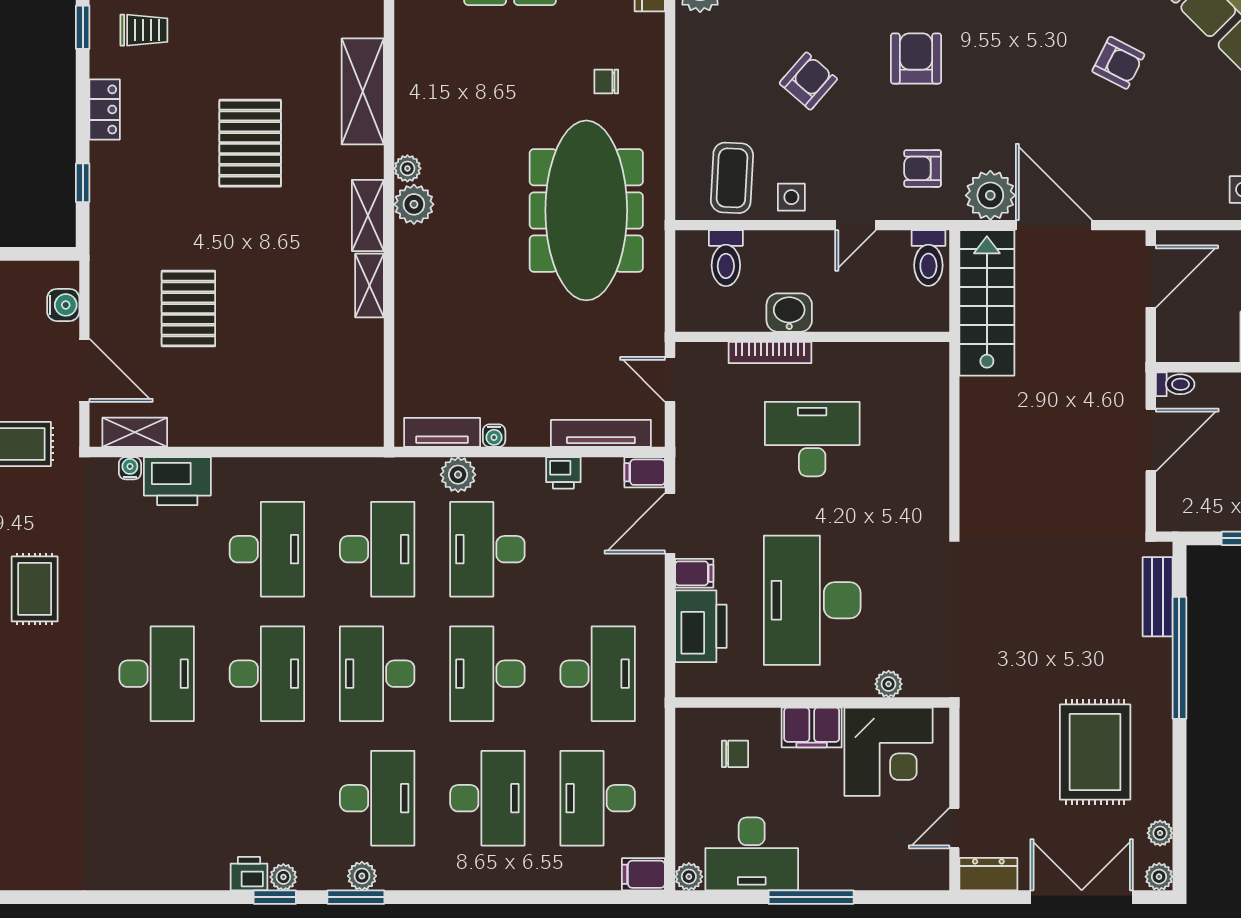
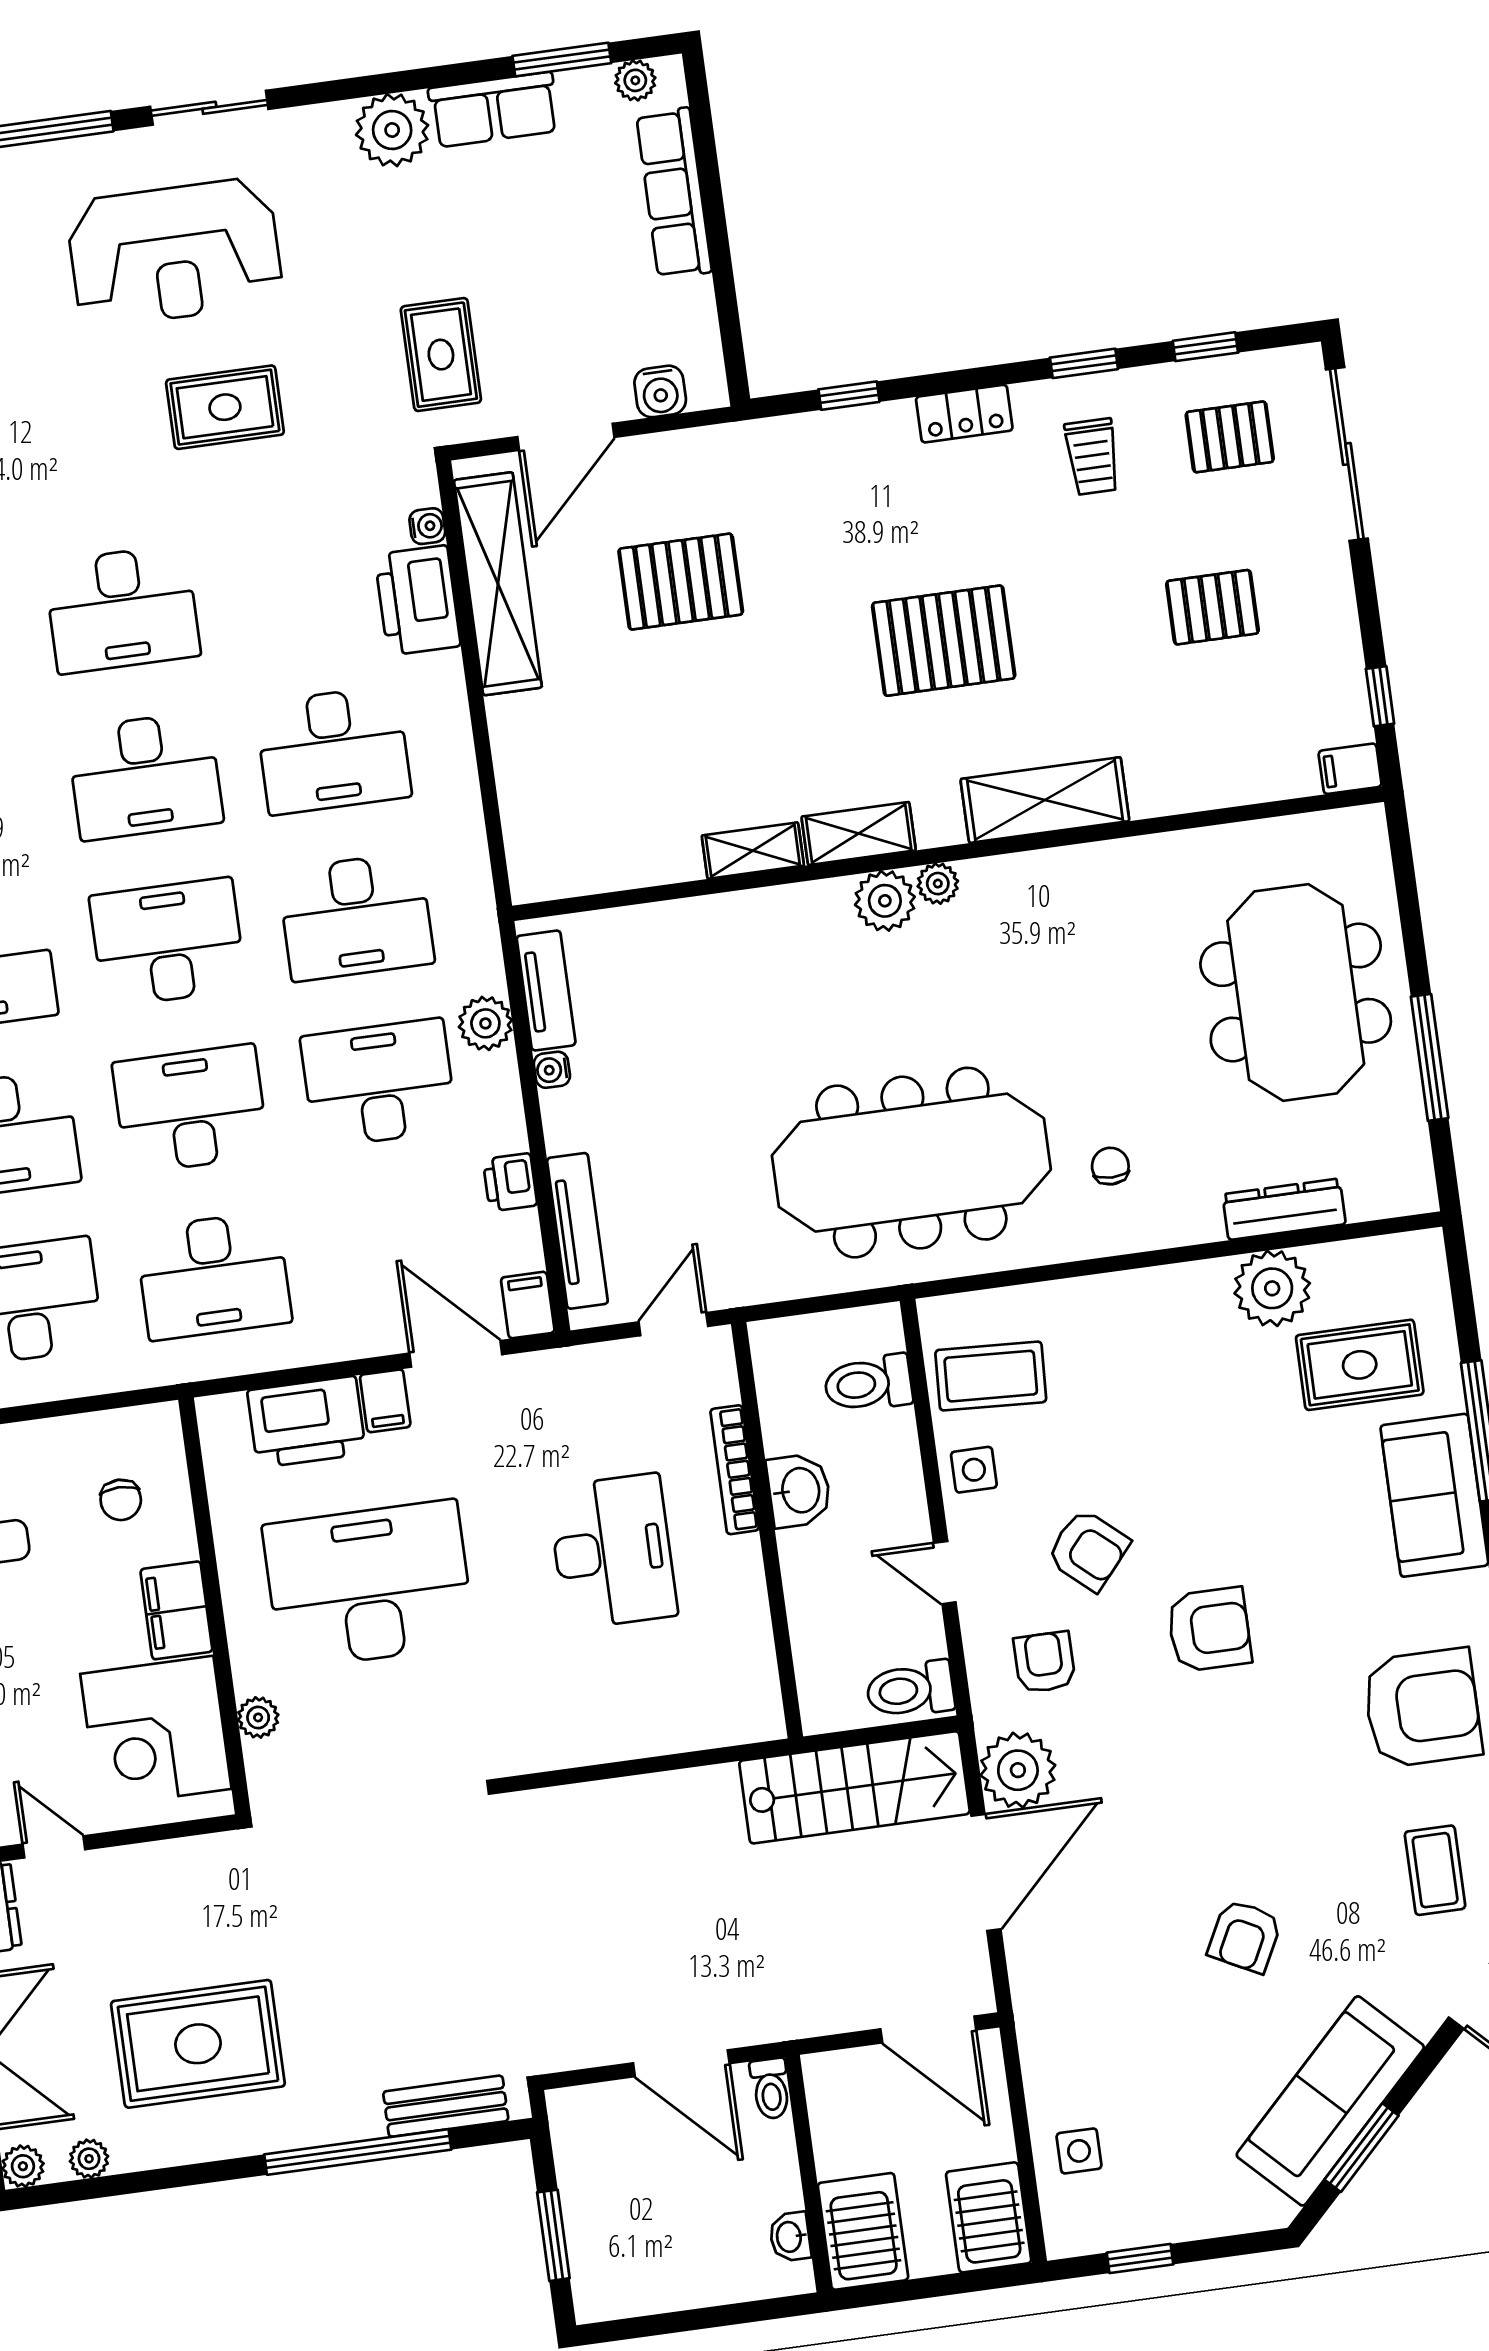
armchair: (808, 81) -> (1088, 1550), moved
shelving: (135, 432) -> (498, 584), width x2.20, depth x1.33

